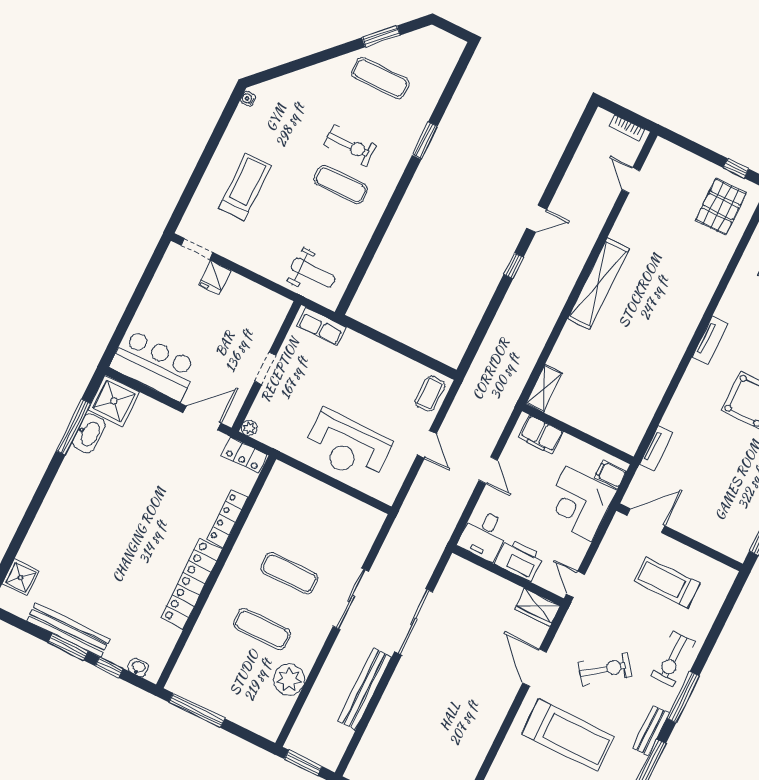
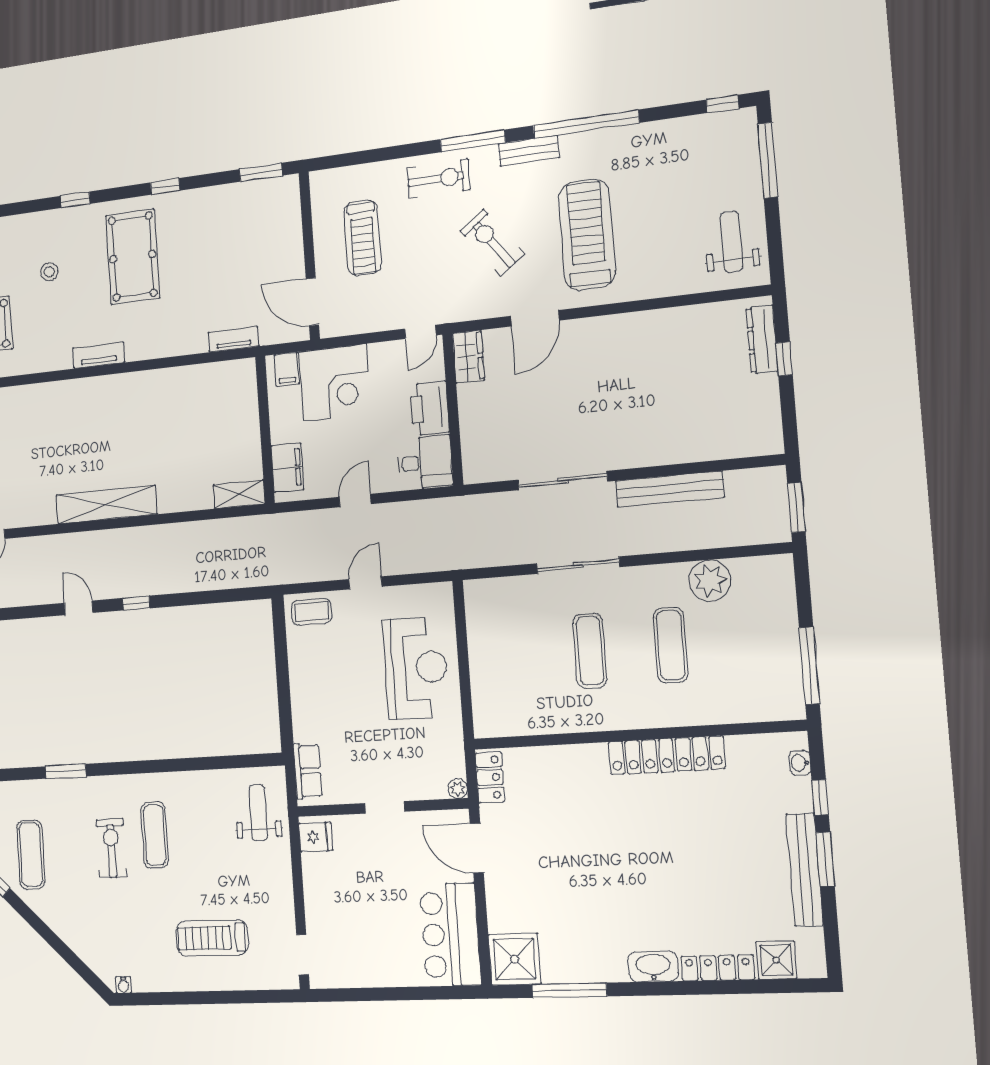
fridge: (215, 277) -> (316, 837), moved
washbasin: (89, 433) -> (653, 966), moved
locker: (227, 518) -> (718, 968), moved, turned 180

